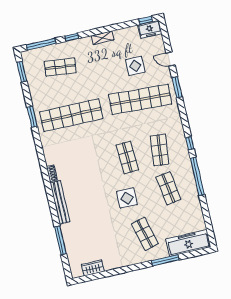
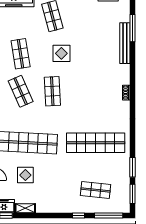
shelving: (103, 38) -> (25, 208), moved
window: (32, 117) -> (133, 167), moved
shop shelf: (160, 150) -> (21, 91), turned -30
bench: (60, 202) -> (125, 43), moved

